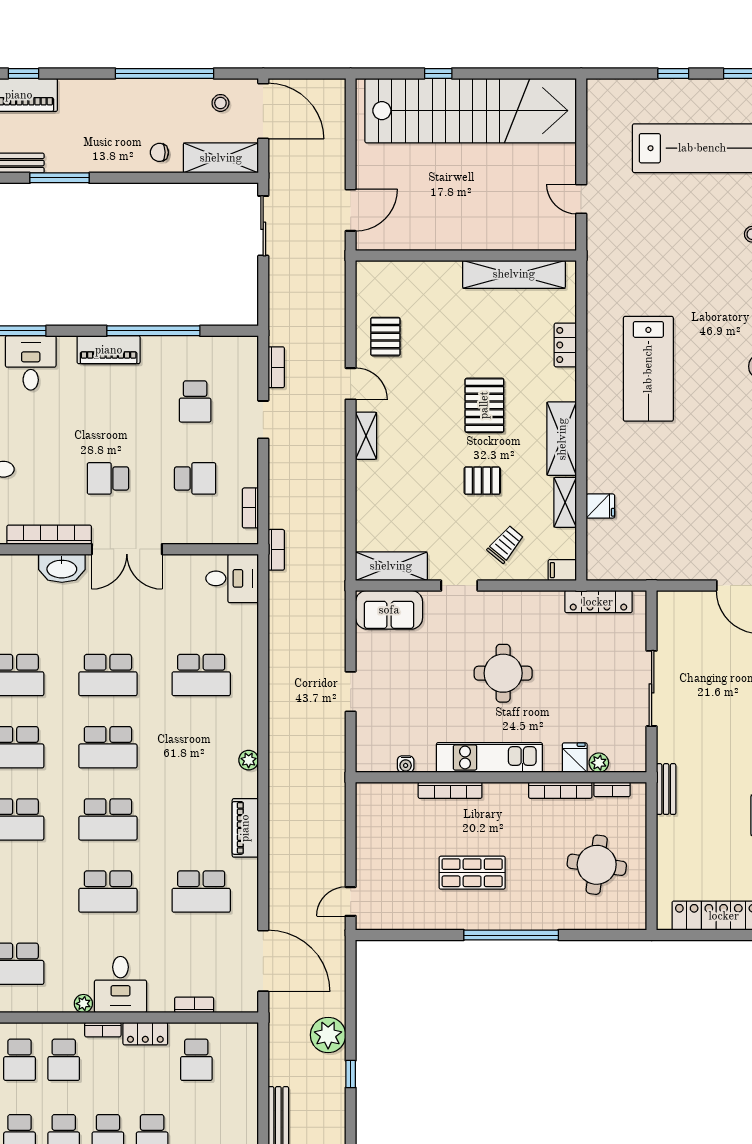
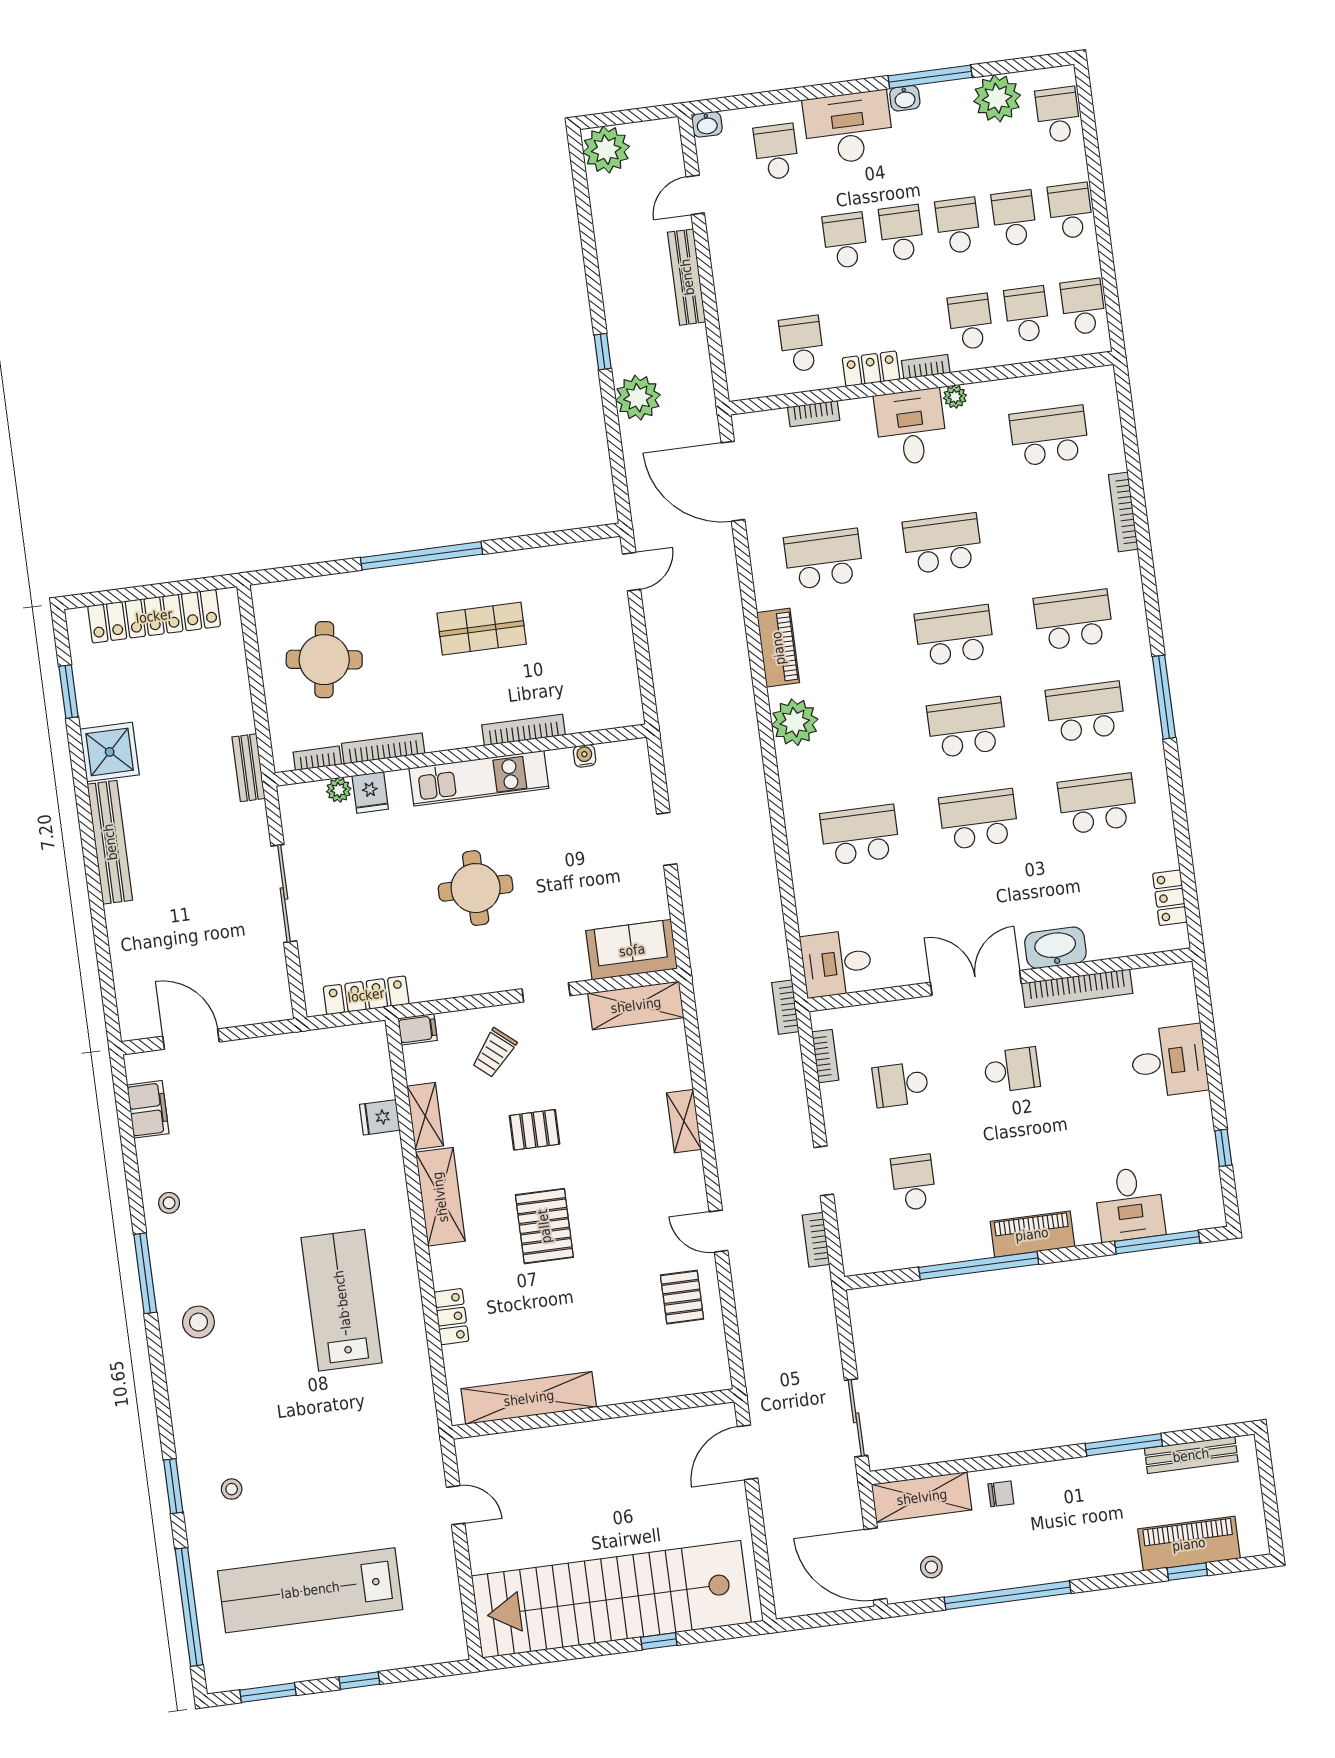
shelving: (366, 436) -> (684, 1121), moved
plant: (249, 760) -> (795, 722), width x1.88, depth x1.88

